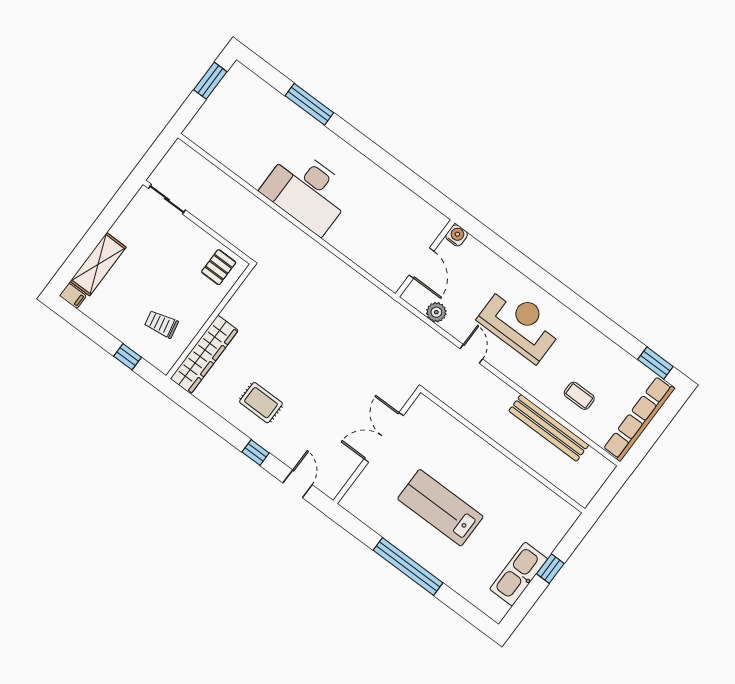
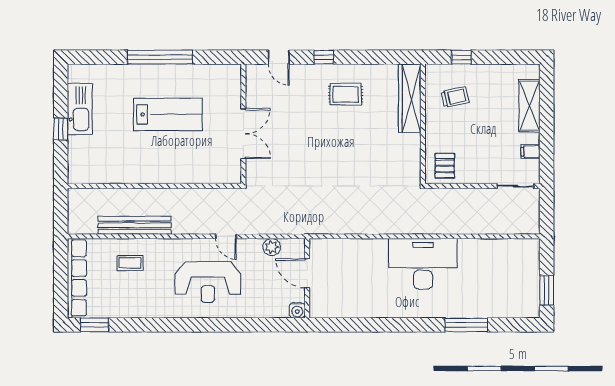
filing cabinet: (73, 296) -> (531, 152), moved

